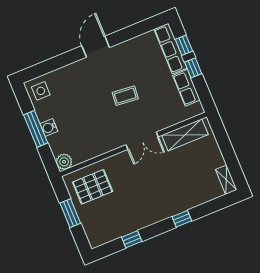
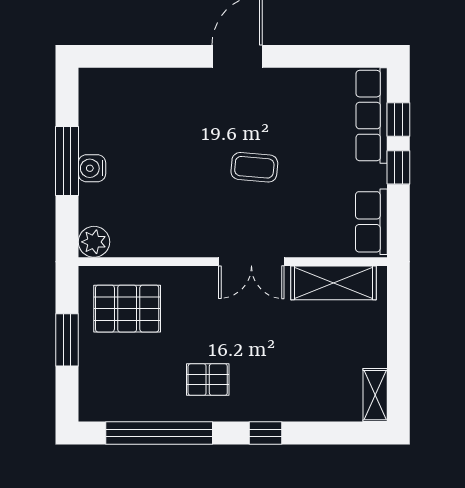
row of seats: (186, 88) -> (371, 222), moved
side table: (41, 91) -> (104, 96), removed
pallet: (144, 205) -> (208, 380), added
window: (132, 239) -> (159, 433), width x3.17

